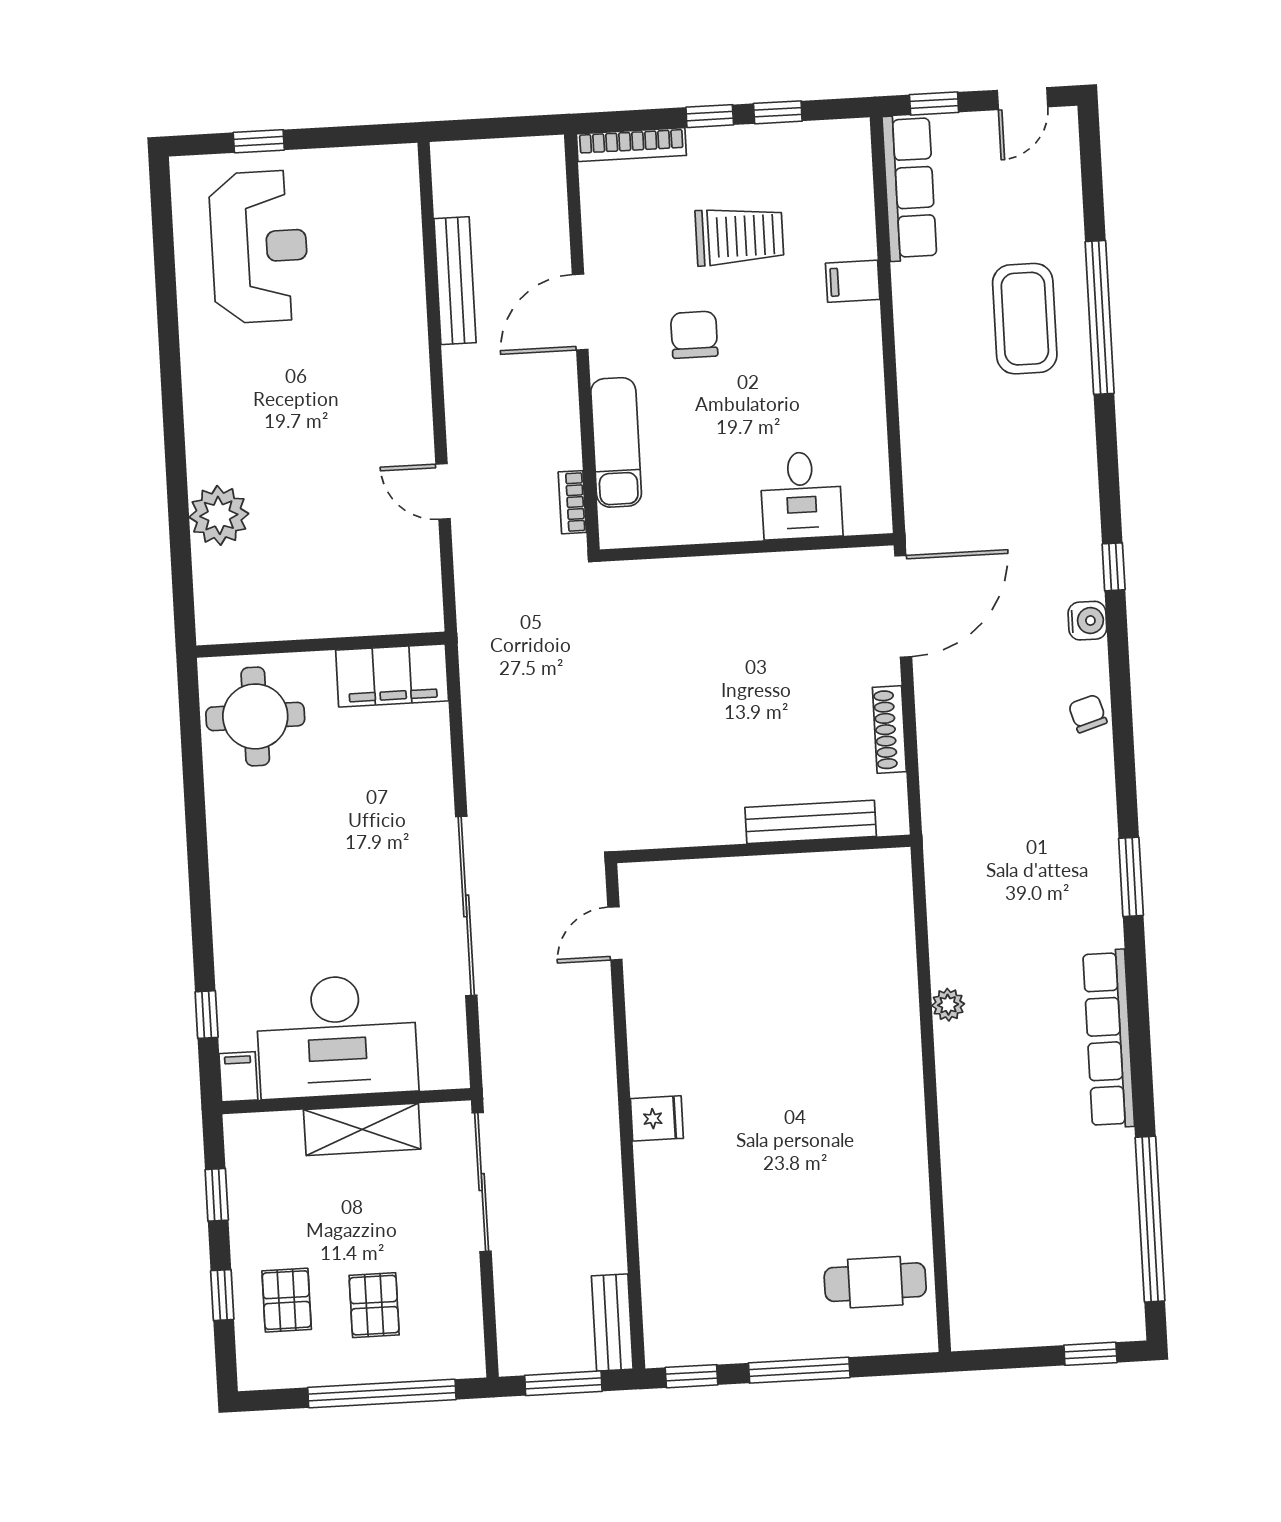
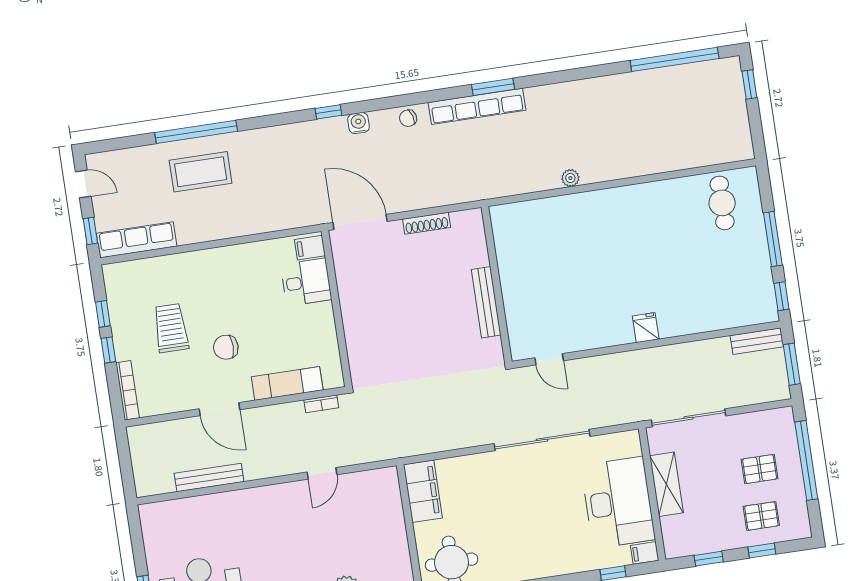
filing cabinet: (853, 281) -> (310, 248), moved, turned 90
bench: (811, 822) -> (486, 302), moved
row of seats: (1109, 1039) -> (477, 106), moved

